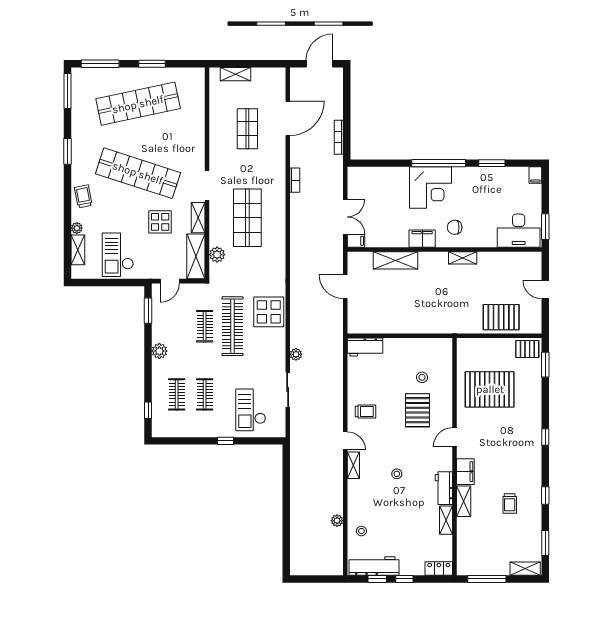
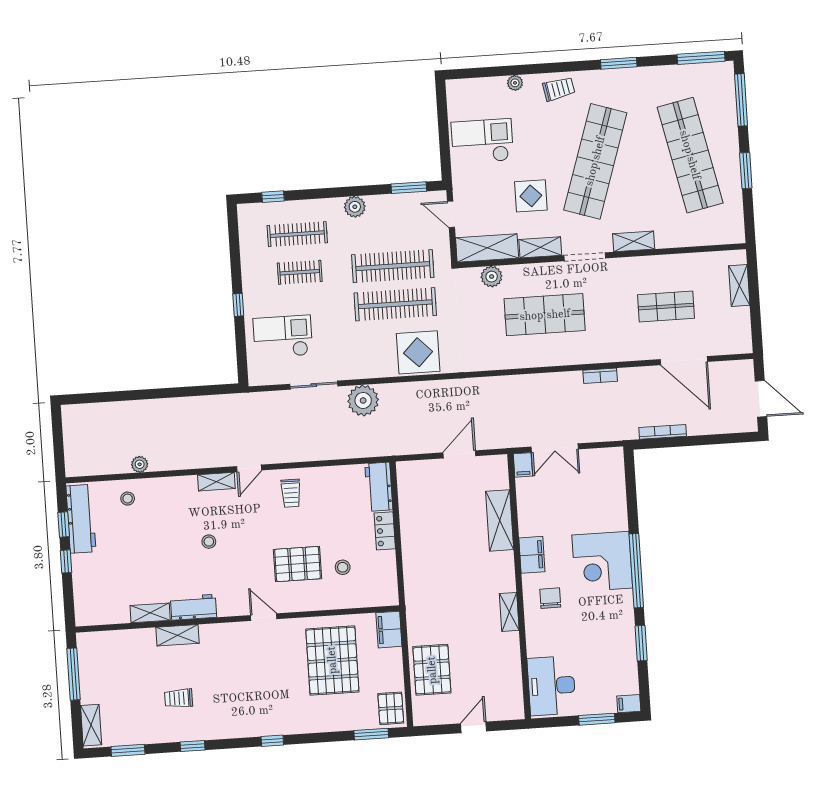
window: (545, 227) -> (597, 719), moved
shelving: (78, 250) -> (634, 241), moved
clothes rail: (205, 326) -> (393, 266), width x1.86, depth x1.31
plant: (296, 354) -> (363, 400), width x1.87, depth x1.87
clothes rail: (177, 394) -> (297, 234), width x1.36
filing cabinet: (465, 472) -> (389, 630), moved, turned 90
locker: (439, 568) -> (385, 531), moved, turned 180

